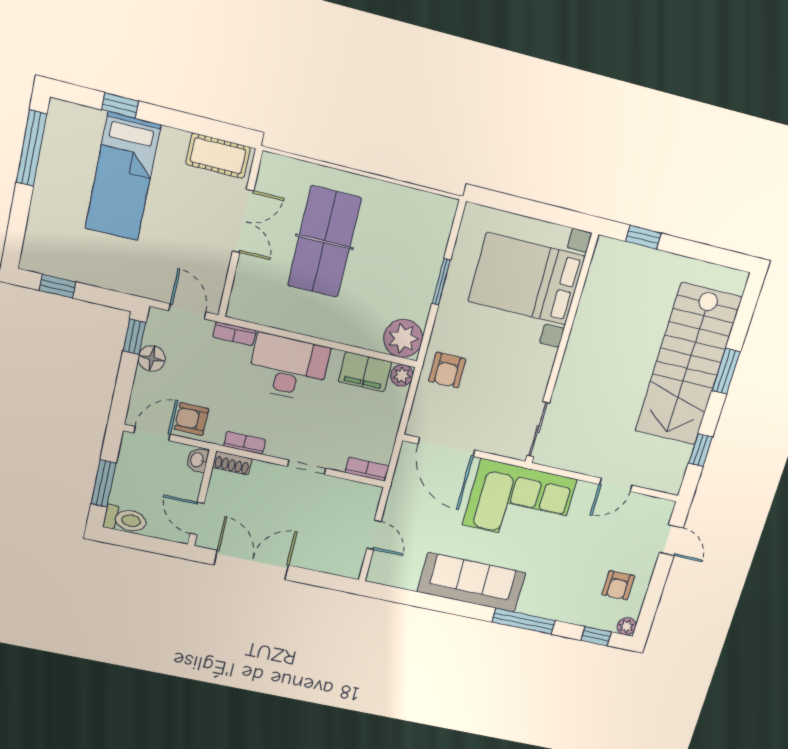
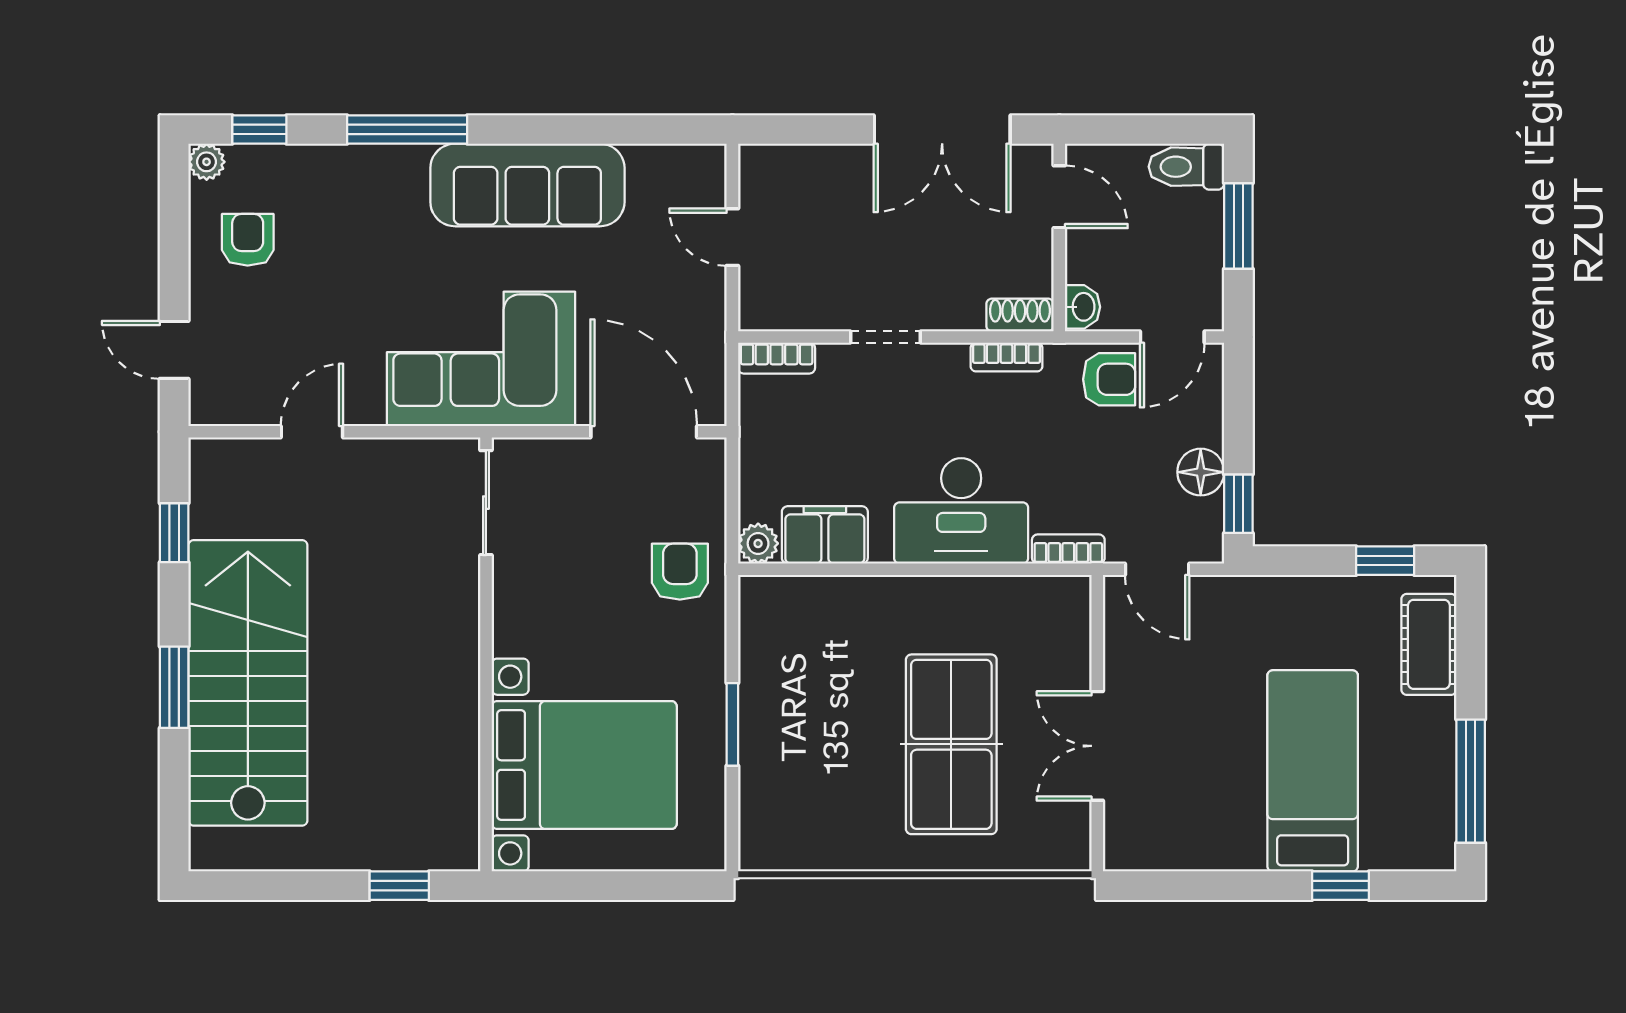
cot: (218, 156) -> (1429, 644), moved, turned 90
plant: (403, 338) -> (773, 610), removed

